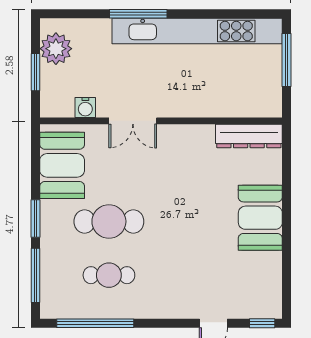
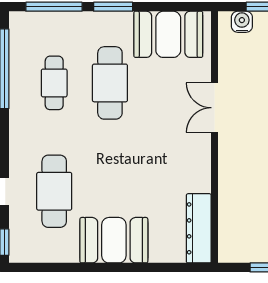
water cooler: (85, 107) -> (242, 22), moved, turned 90
cafe table: (213, 275) -> (54, 191), added

